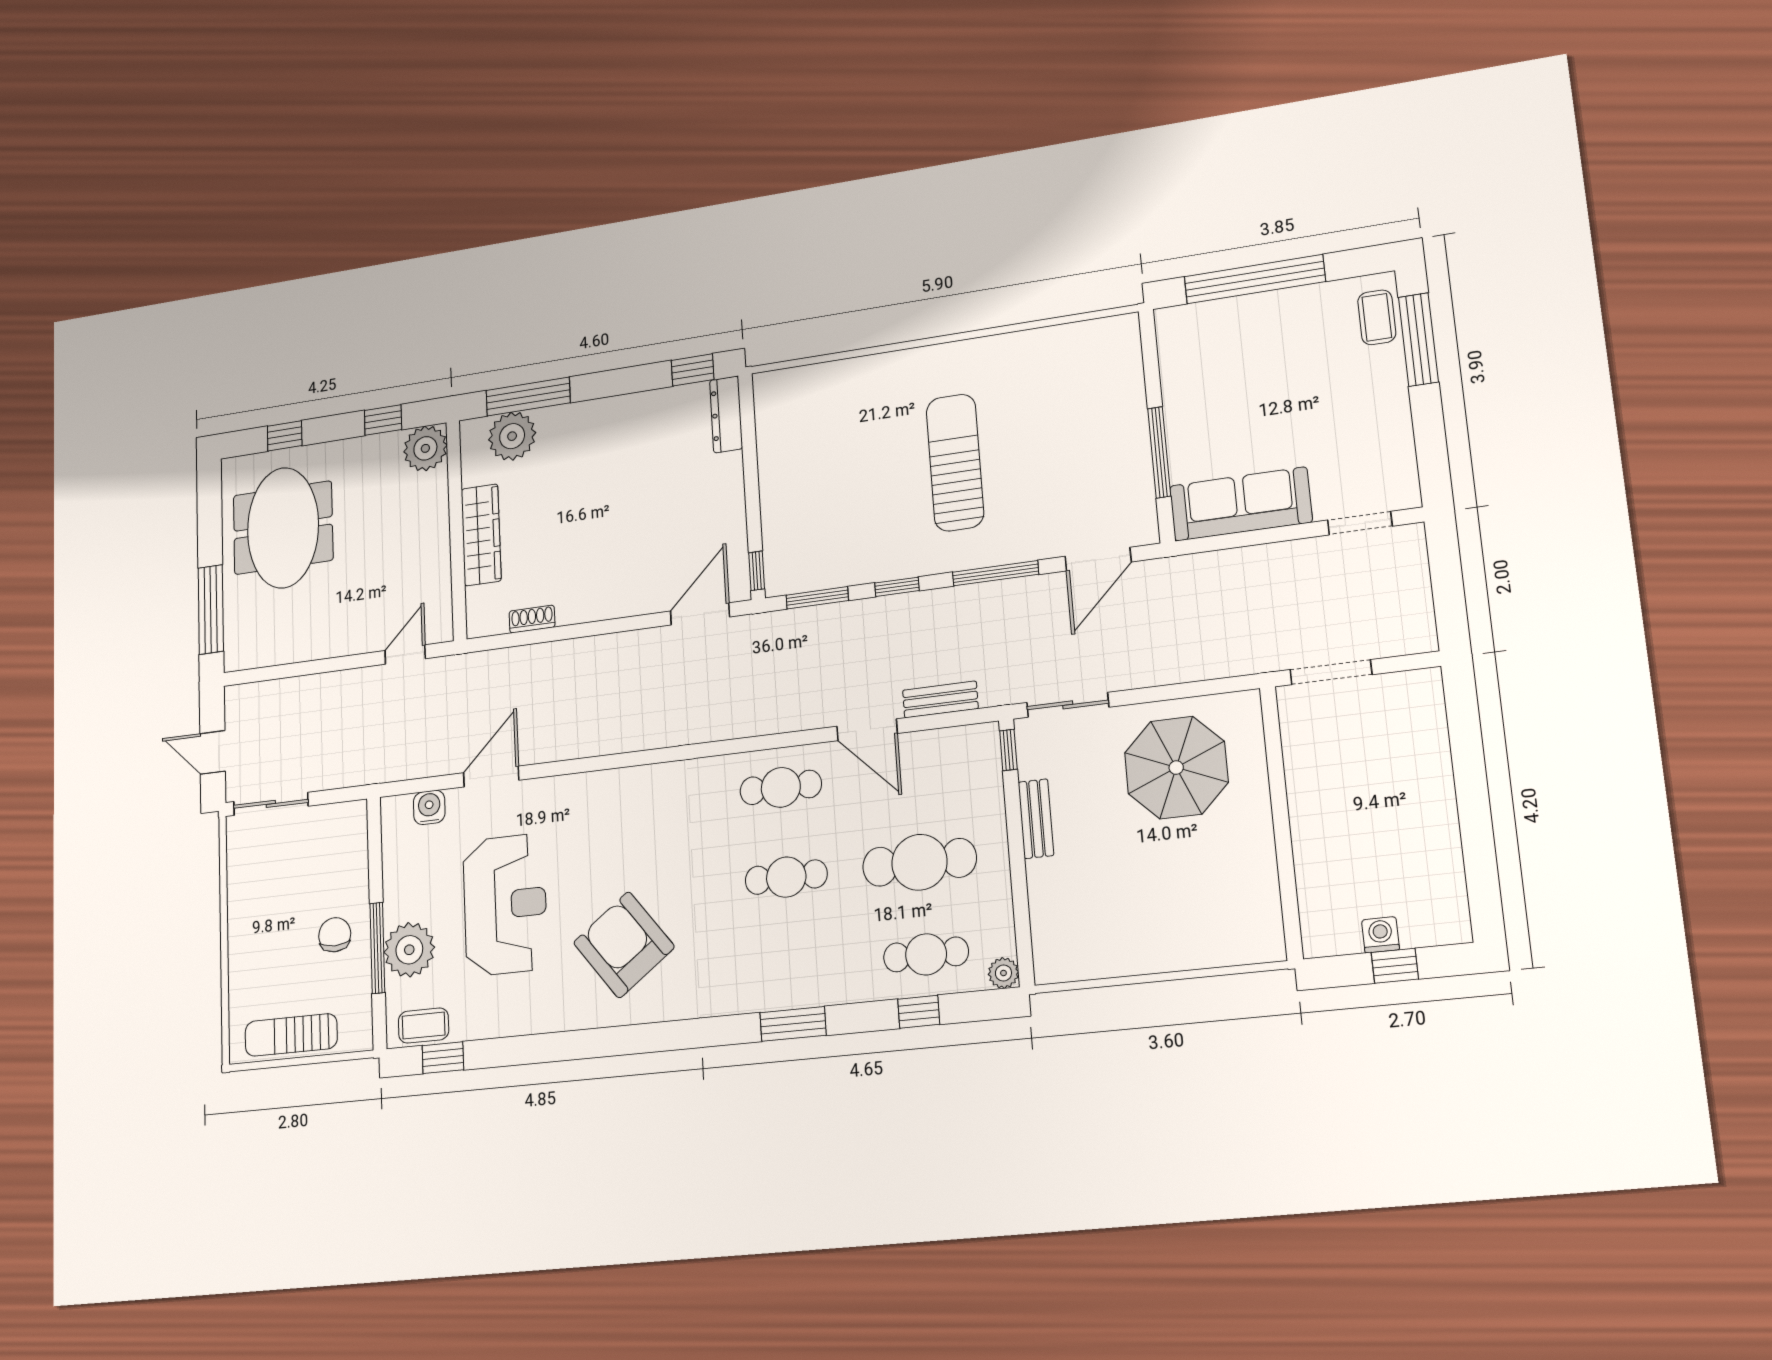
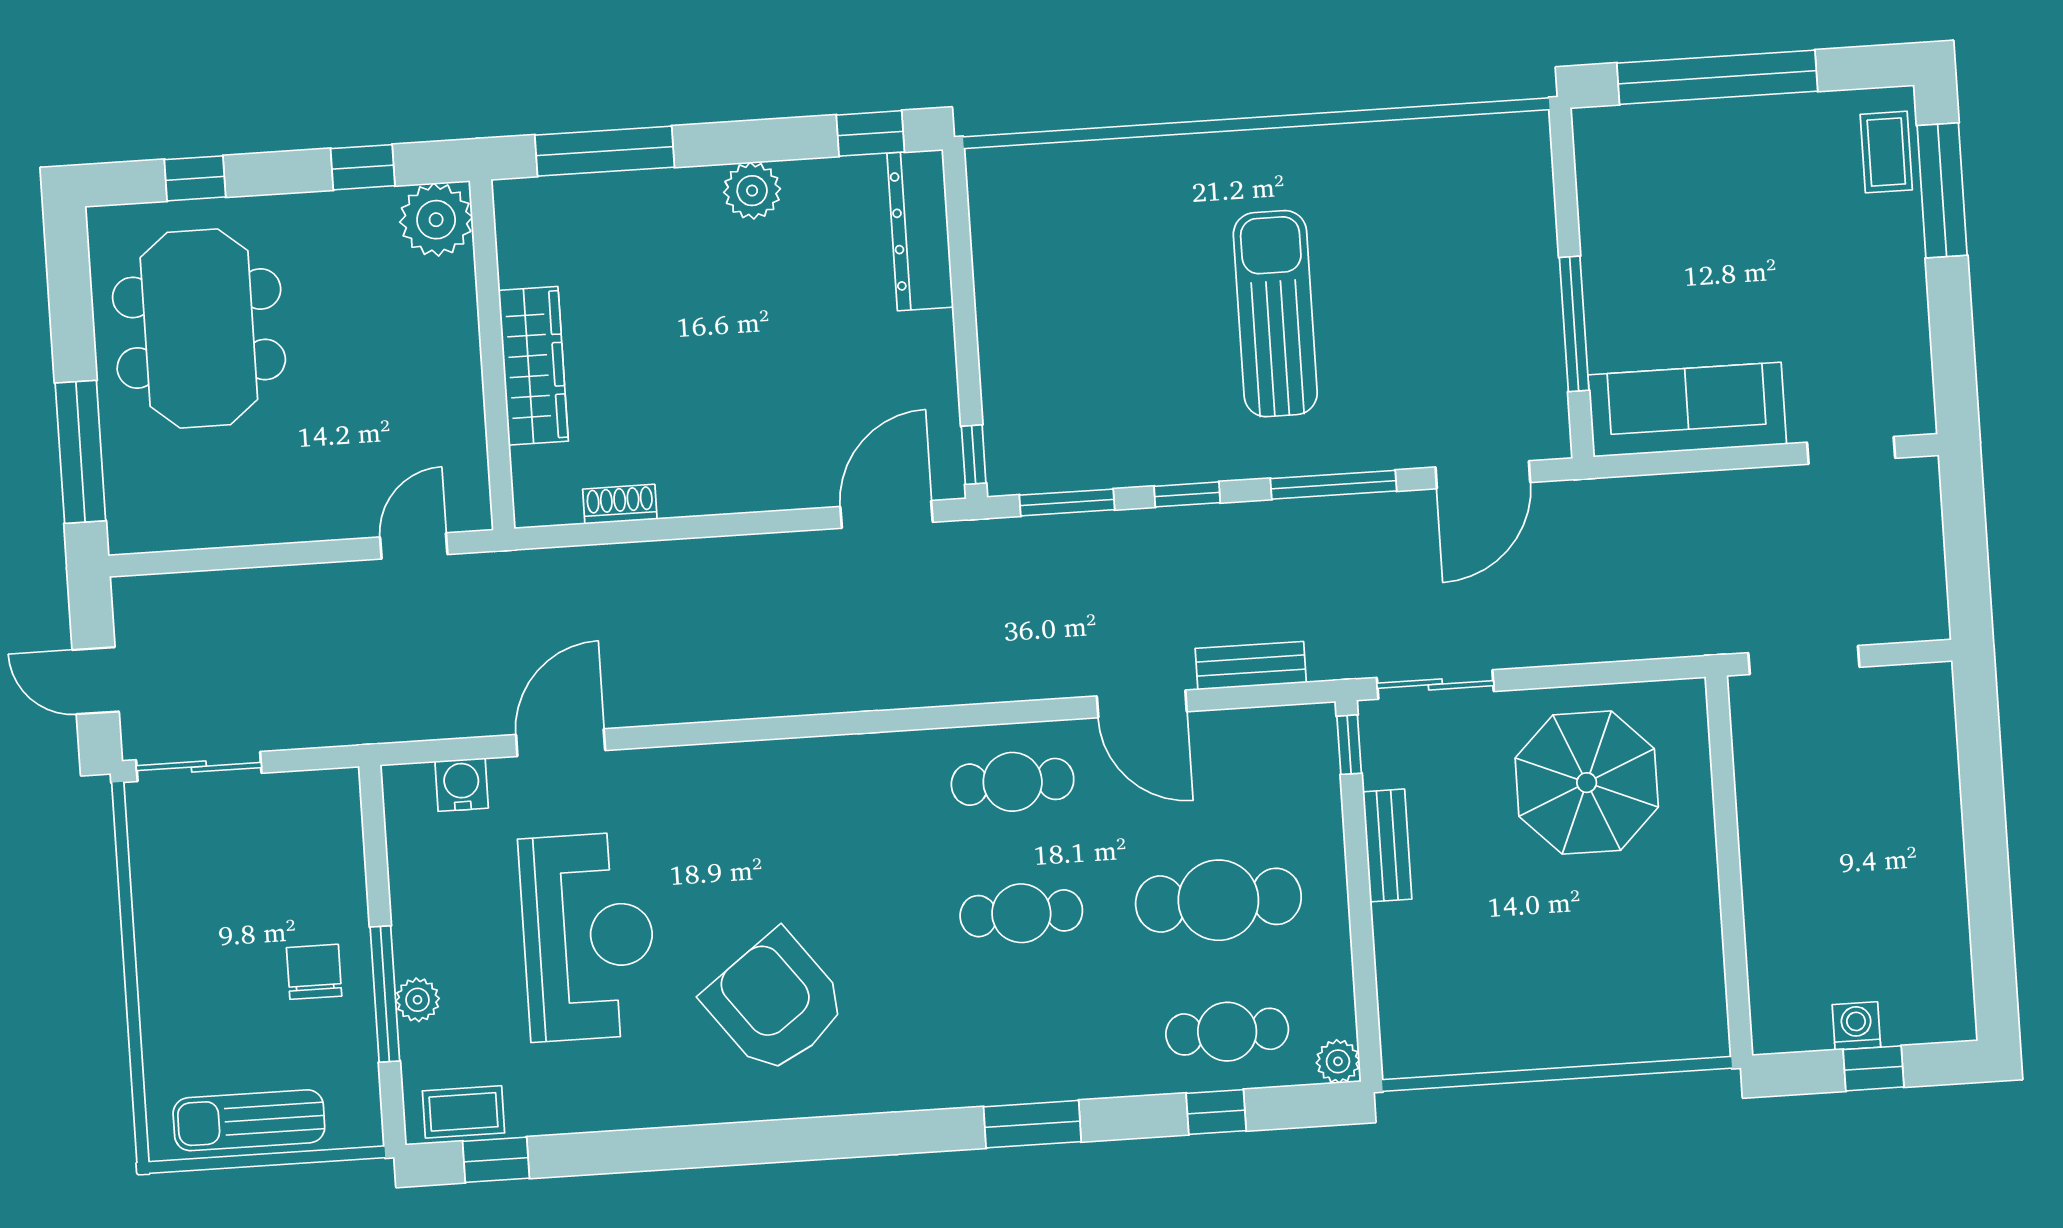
dresser: (726, 414) -> (920, 230), width x1.37, depth x1.24
plant: (512, 436) -> (752, 191), moved, width x0.73, depth x0.73
plant: (409, 950) -> (418, 1000), width x0.53, depth x0.53

